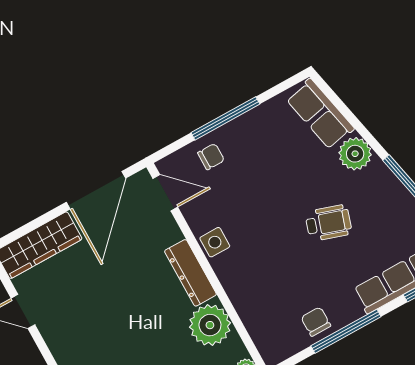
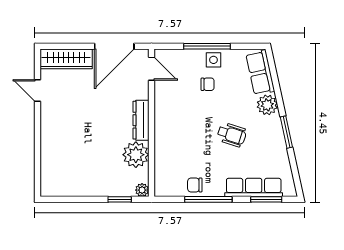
chair: (211, 157) -> (208, 84), moved
side table: (215, 242) -> (213, 60), moved
chair: (316, 322) -> (195, 185), turned -90

